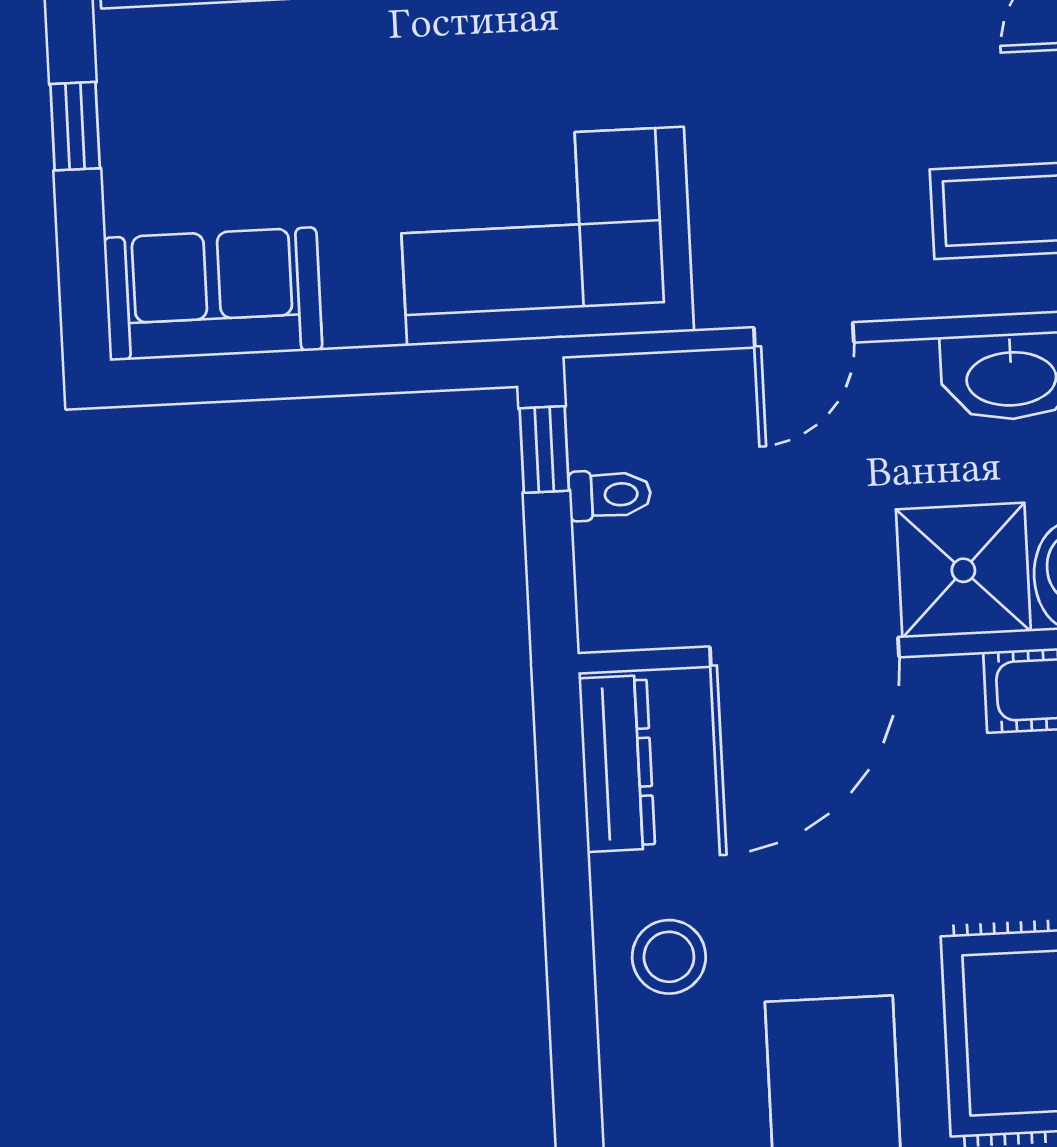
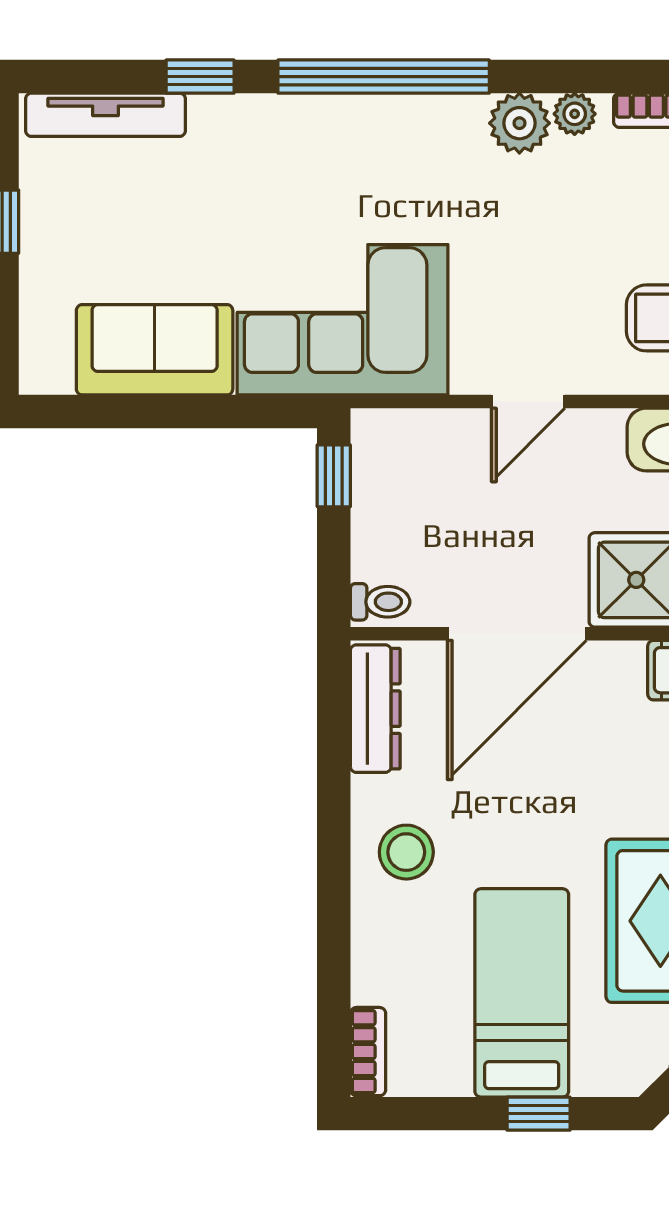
sofa: (213, 294) -> (155, 350), moved
toilet: (610, 495) -> (380, 602), moved

